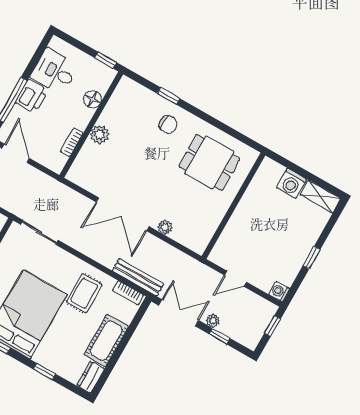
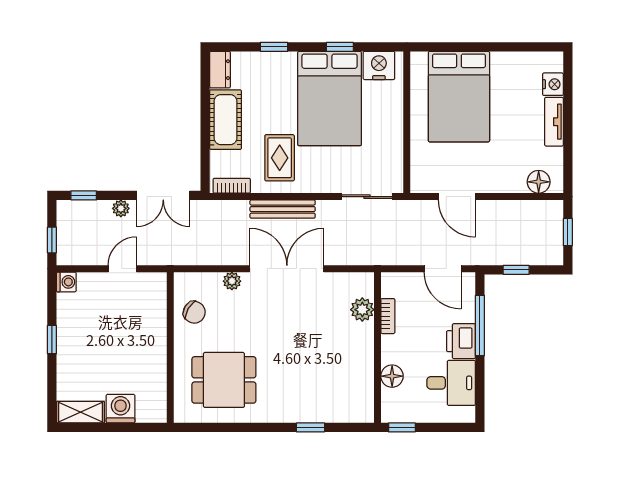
chair: (168, 125) -> (194, 312), moved, turned -150
plant: (100, 134) -> (362, 310), moved
bench: (138, 277) -> (283, 209), moved
window: (219, 336) -> (84, 195), moved

